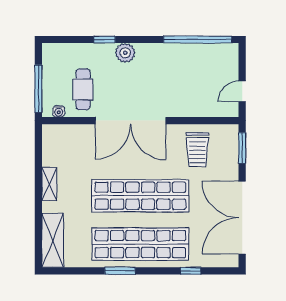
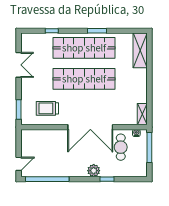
door: (242, 91) -> (19, 164), moved
double door: (130, 121) -> (90, 127), swing flipped
trolley: (197, 150) -> (47, 108), turned -90
shelving: (49, 184) -> (142, 114), moved
double door: (242, 218) -> (19, 65), width x0.54

